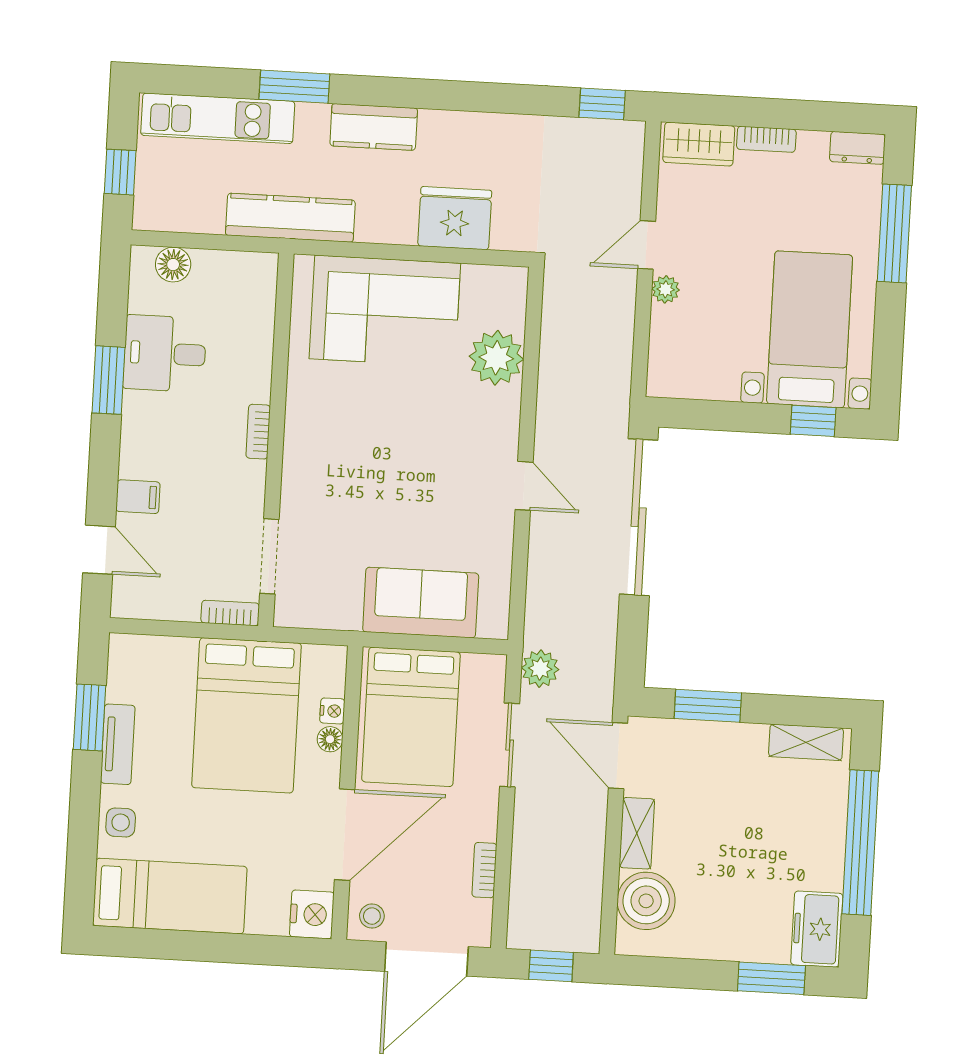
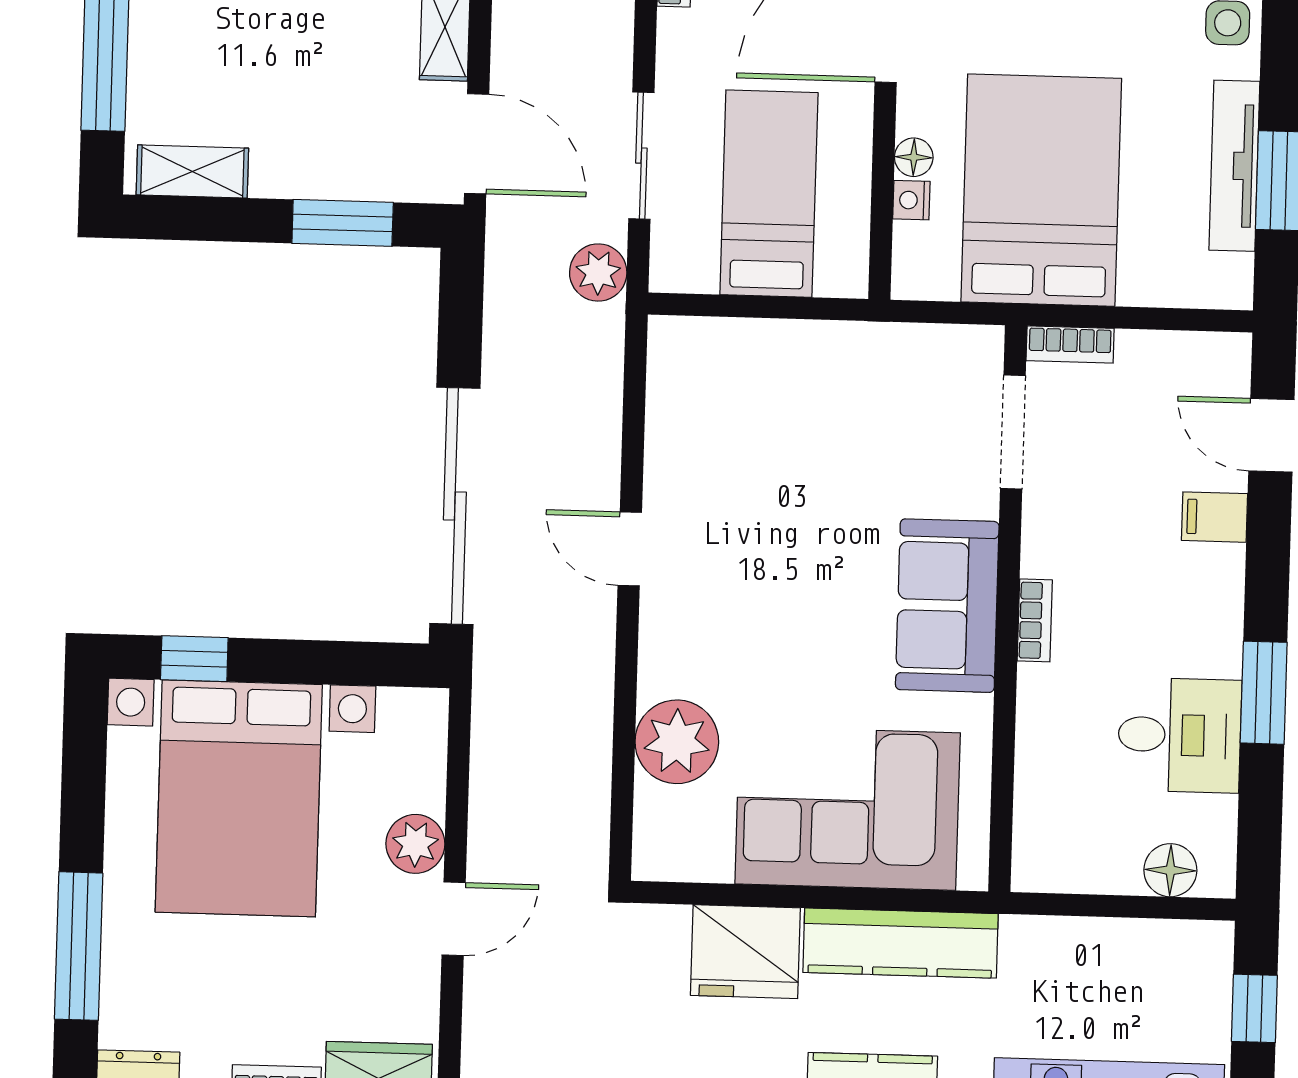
kitchen counter: (290, 218) -> (901, 943), moved
plant: (666, 289) -> (415, 844), width x1.38, depth x1.38
bed with nightstands: (810, 329) -> (239, 798), width x1.36
sofa: (421, 603) -> (947, 606), moved, turned 90
bed: (411, 717) -> (769, 194), width x0.67
tv unit: (118, 744) -> (1234, 166), width x1.41

